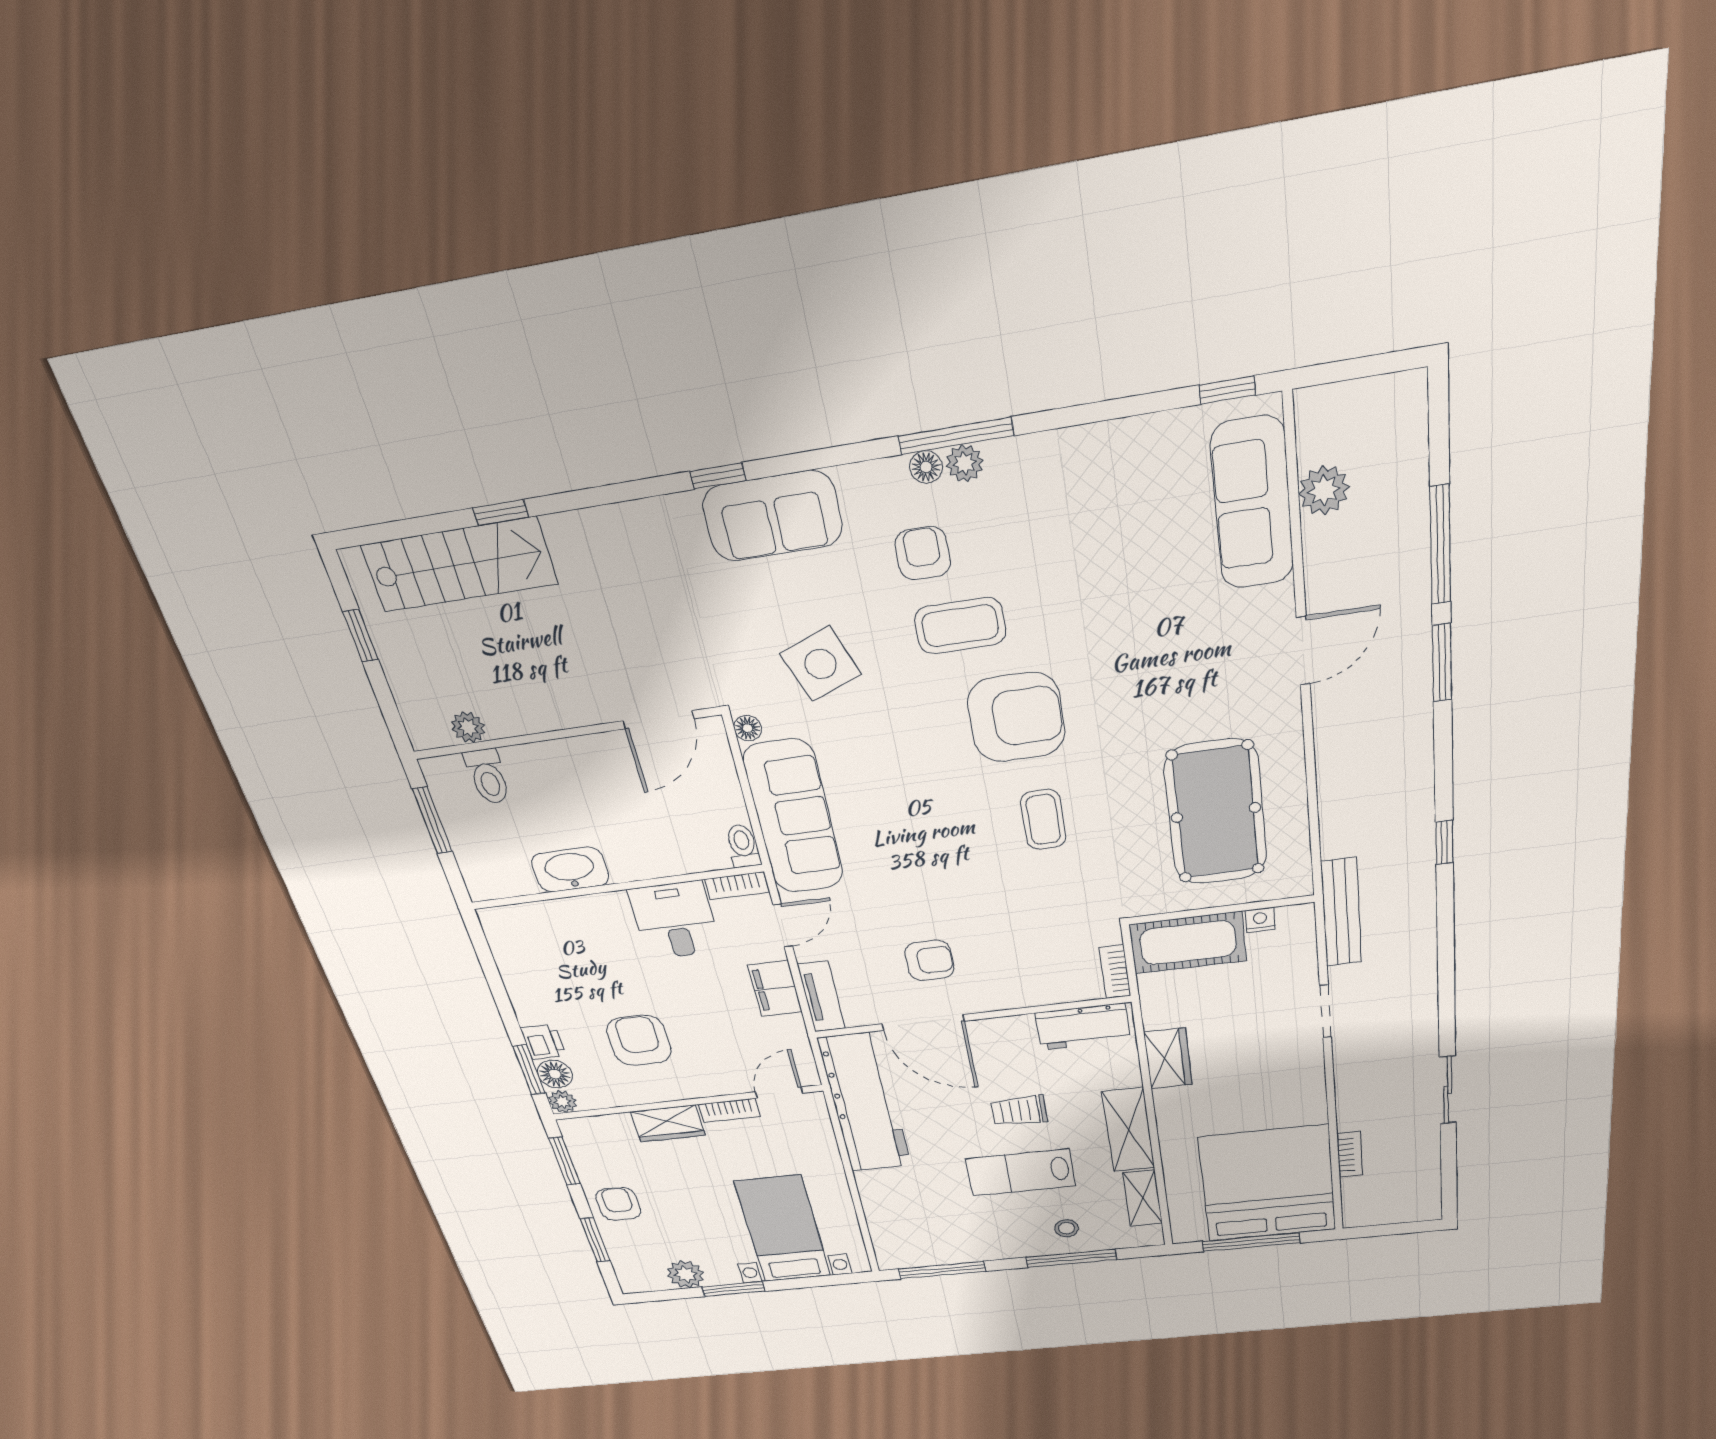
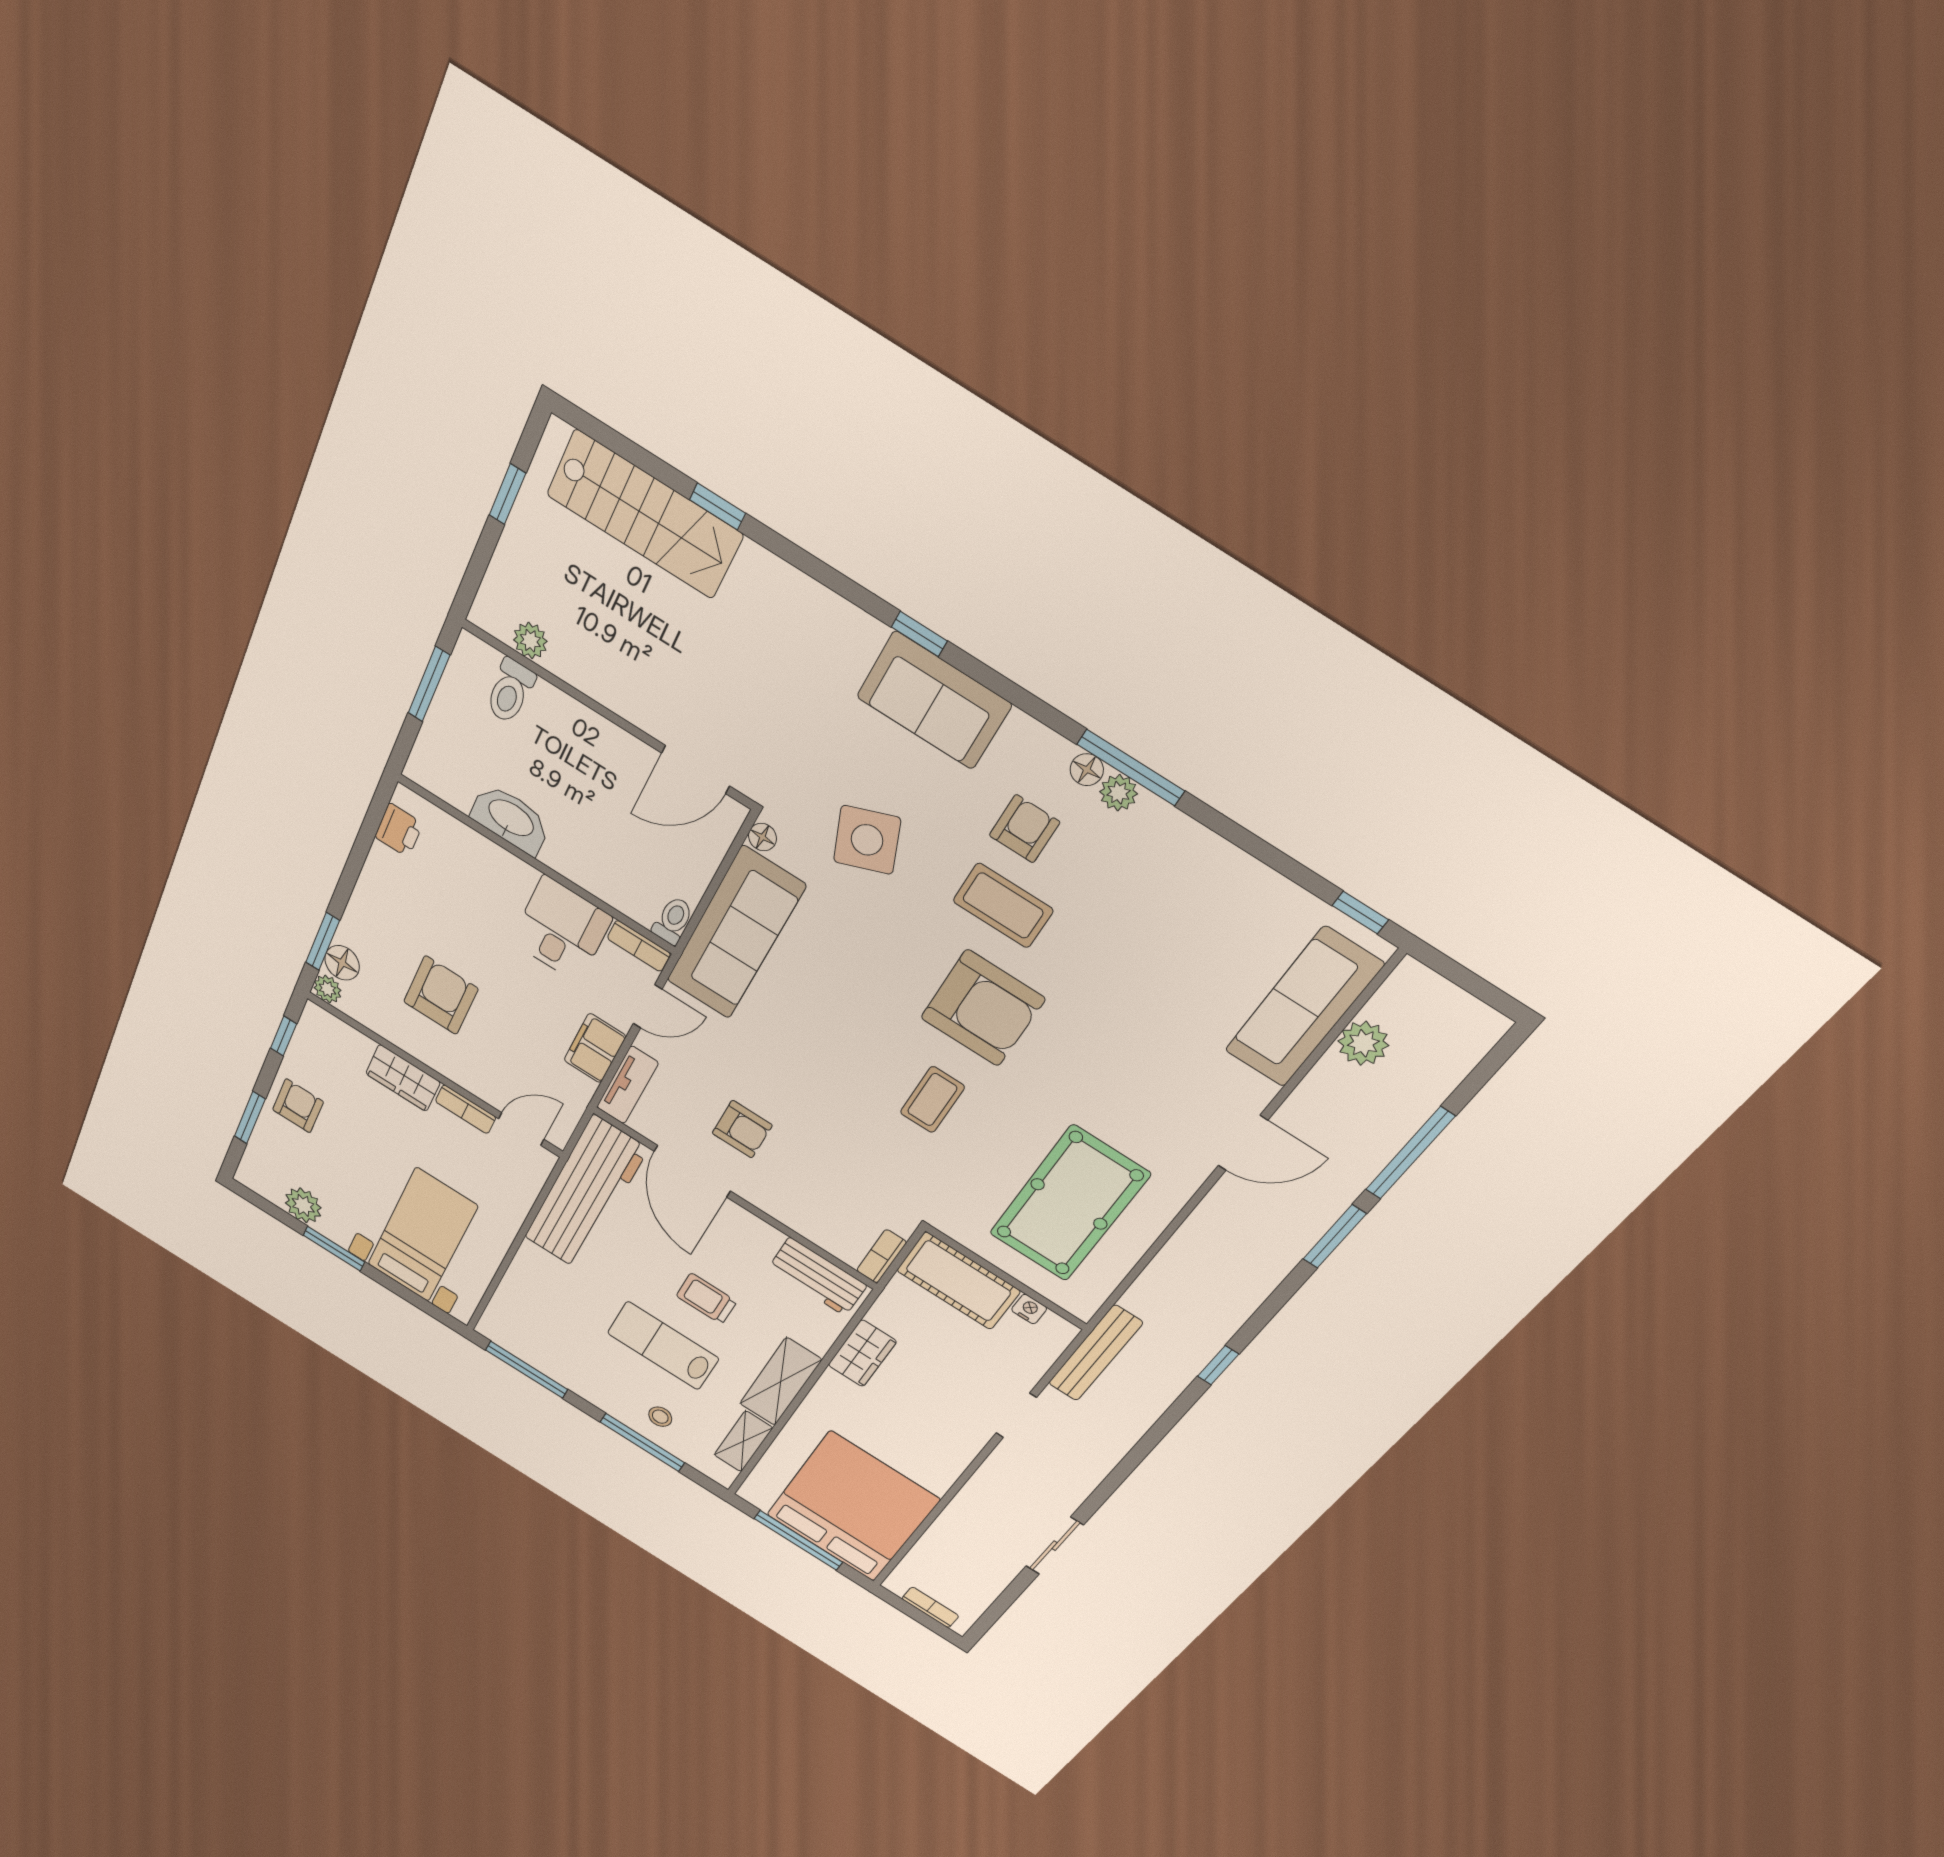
printer: (543, 1042) -> (399, 830), moved
bookcase: (1350, 1154) -> (930, 1607), moved, turned -90
window: (564, 1161) -> (284, 1036), width x0.67

